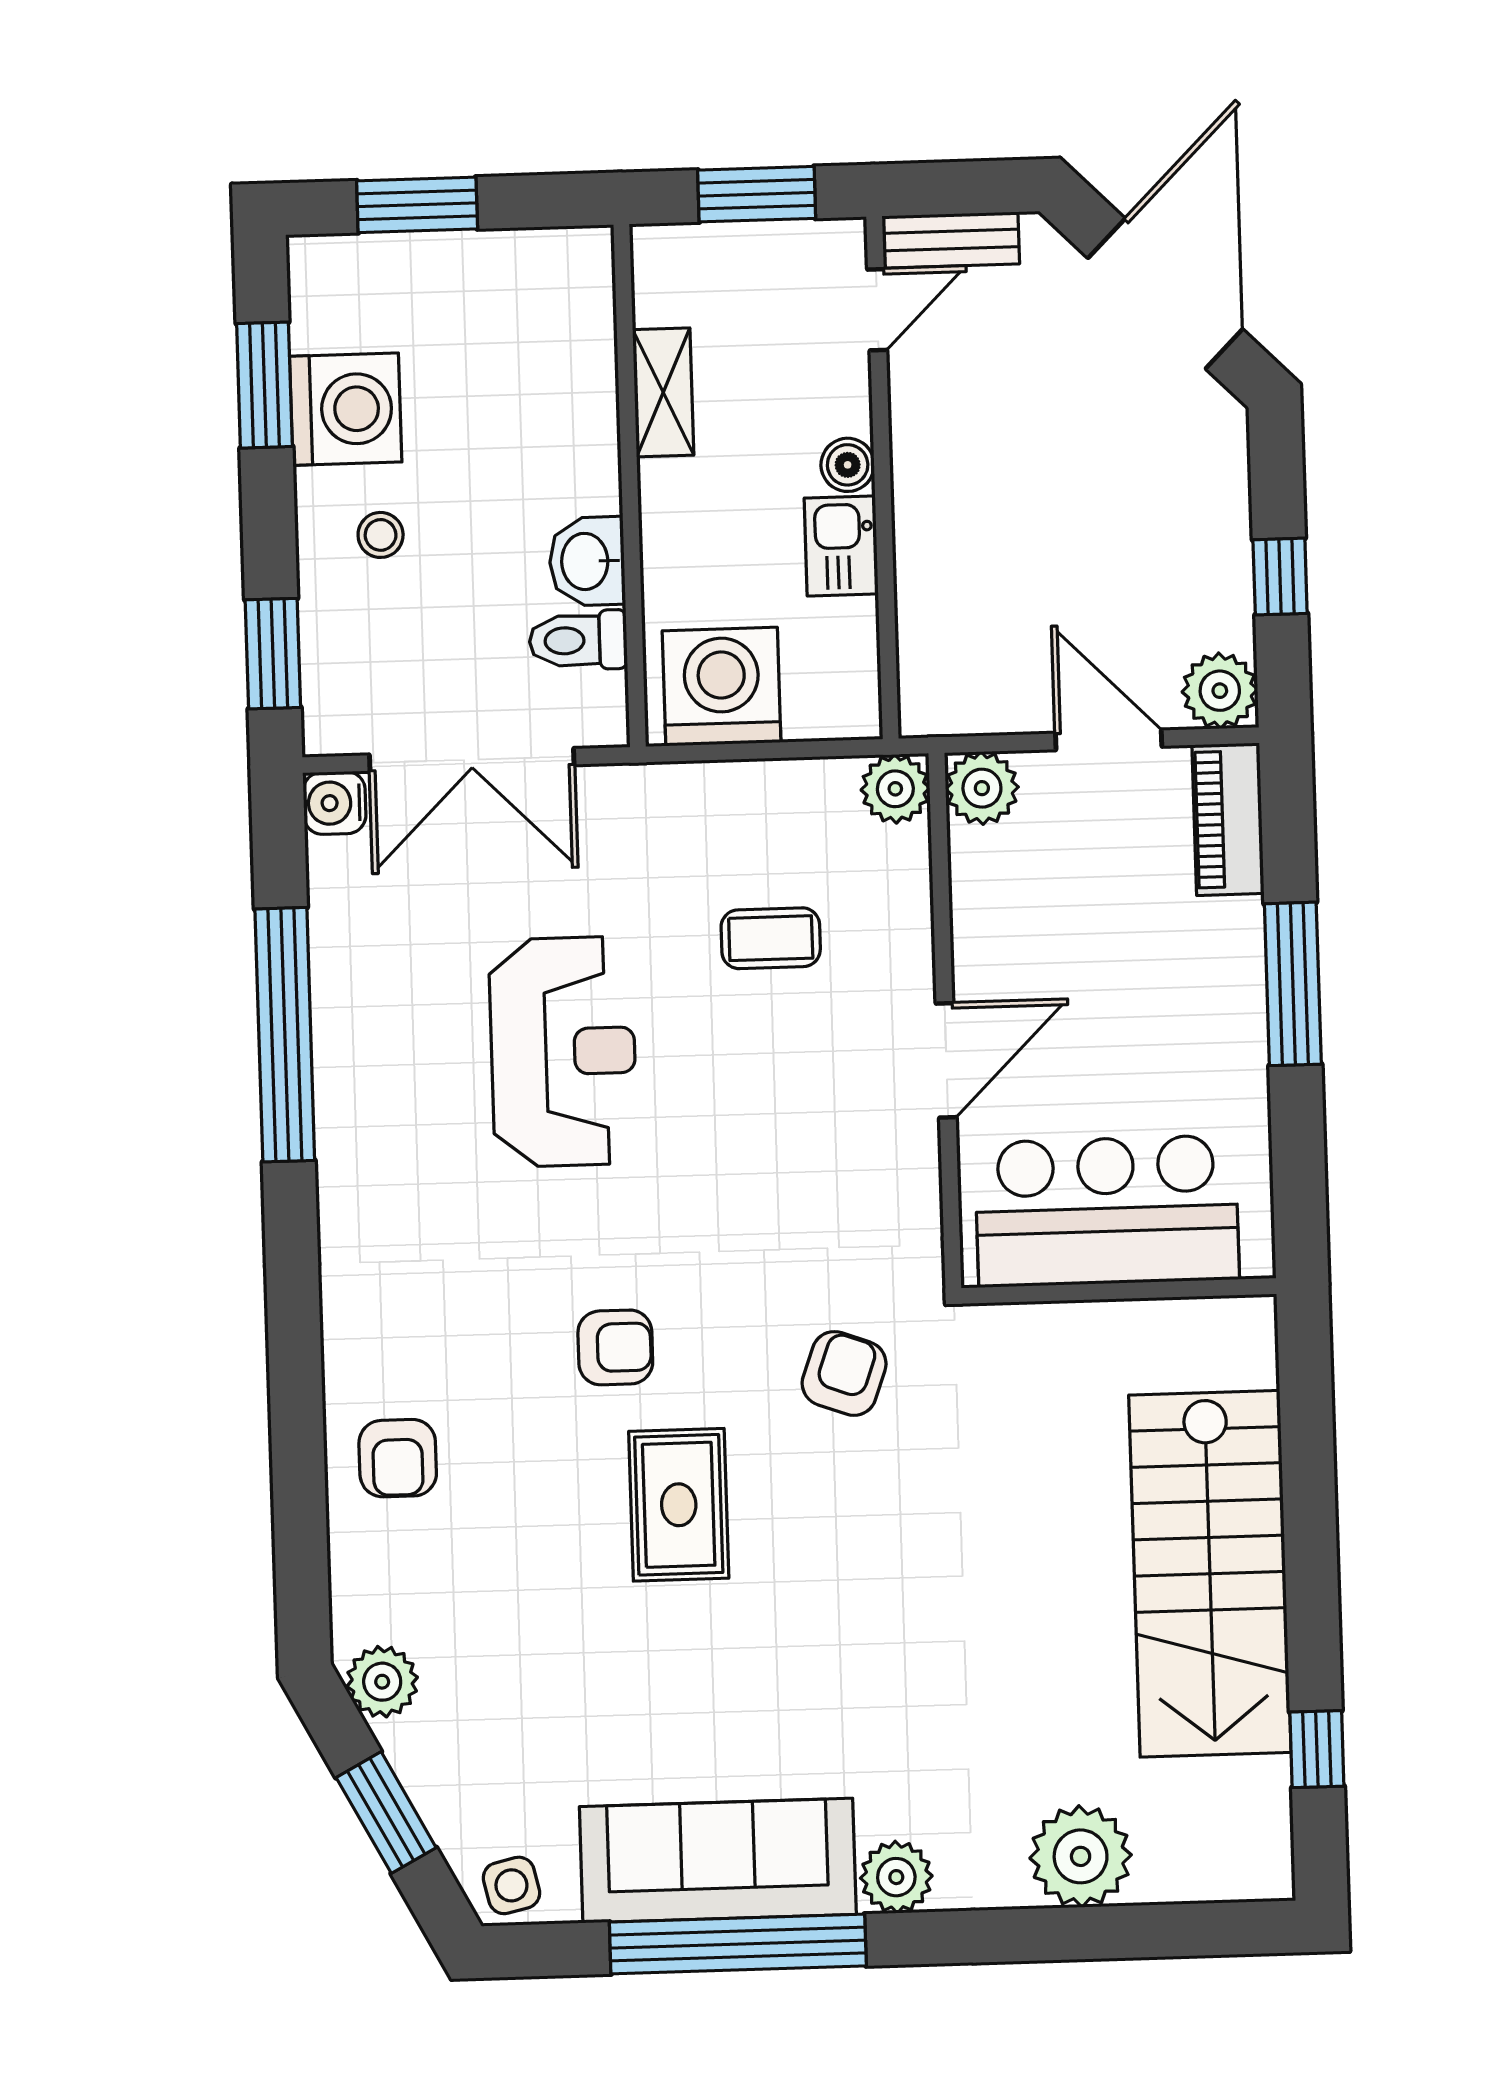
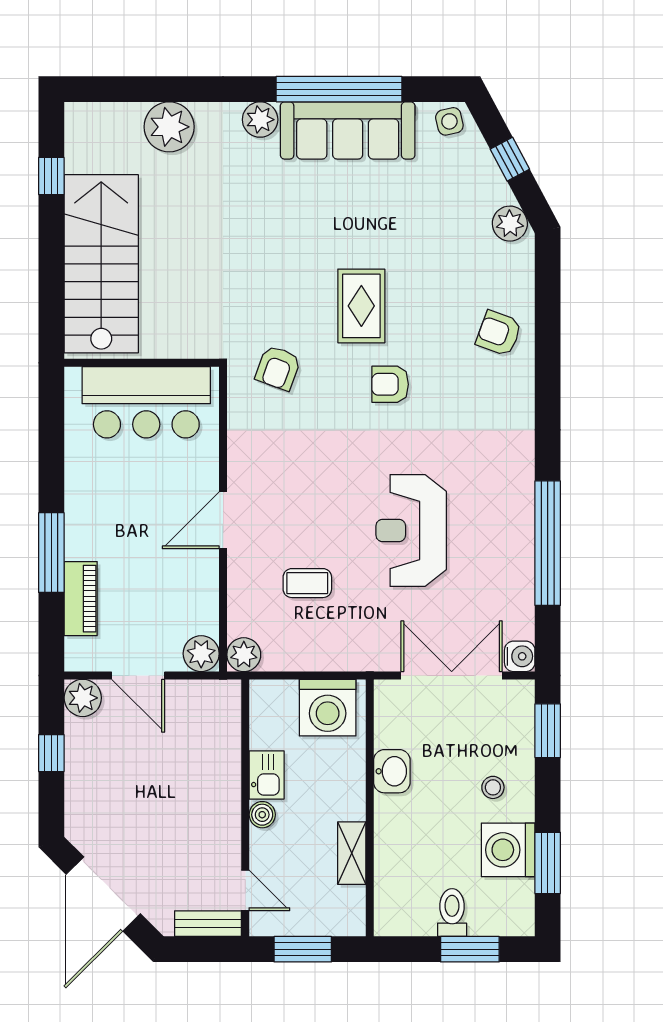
door: (877, 310) -> (245, 890), swing flipped
toilet: (578, 640) -> (452, 912), moved, turned -90
piano: (1228, 819) -> (81, 599), moved
bar counter: (1107, 1211) -> (146, 402), moved
wall: (1119, 1291) -> (142, 363), moved
armchair: (398, 1458) -> (499, 333), turned -70
window: (386, 1813) -> (510, 159), width x0.67

